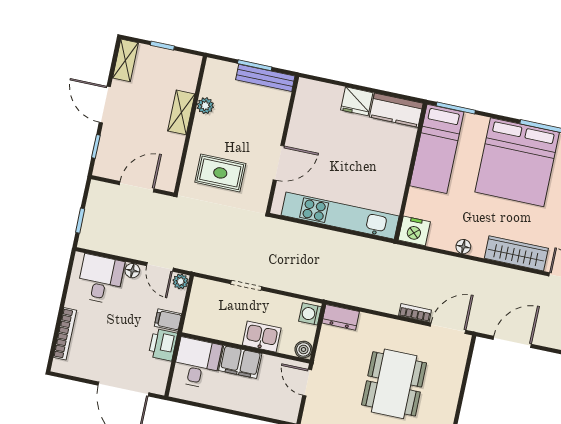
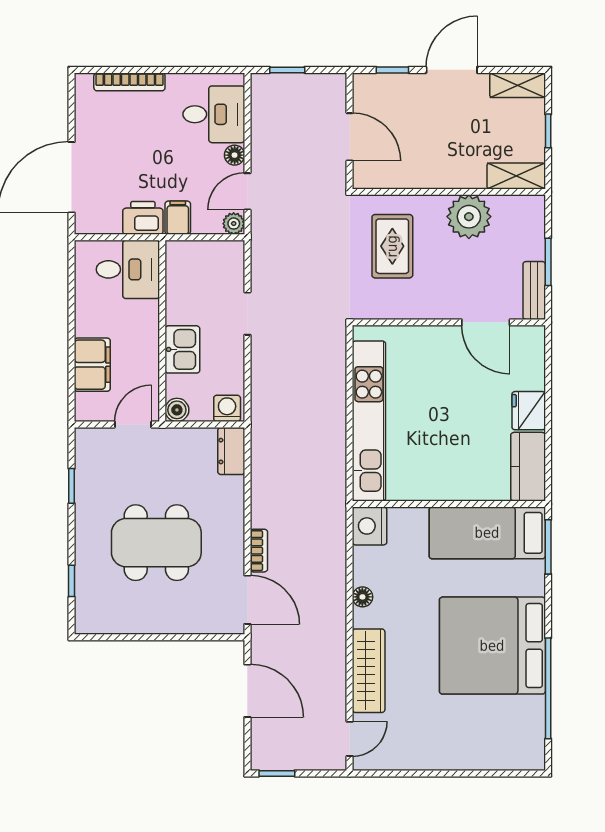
bench: (265, 78) -> (534, 290), width x0.73
plant: (205, 106) -> (469, 217), width x1.87, depth x1.87
shelving: (181, 112) -> (516, 176), moved
door: (279, 163) -> (486, 322), moved
filing cabinet: (240, 362) -> (92, 365), moved, turned 180

